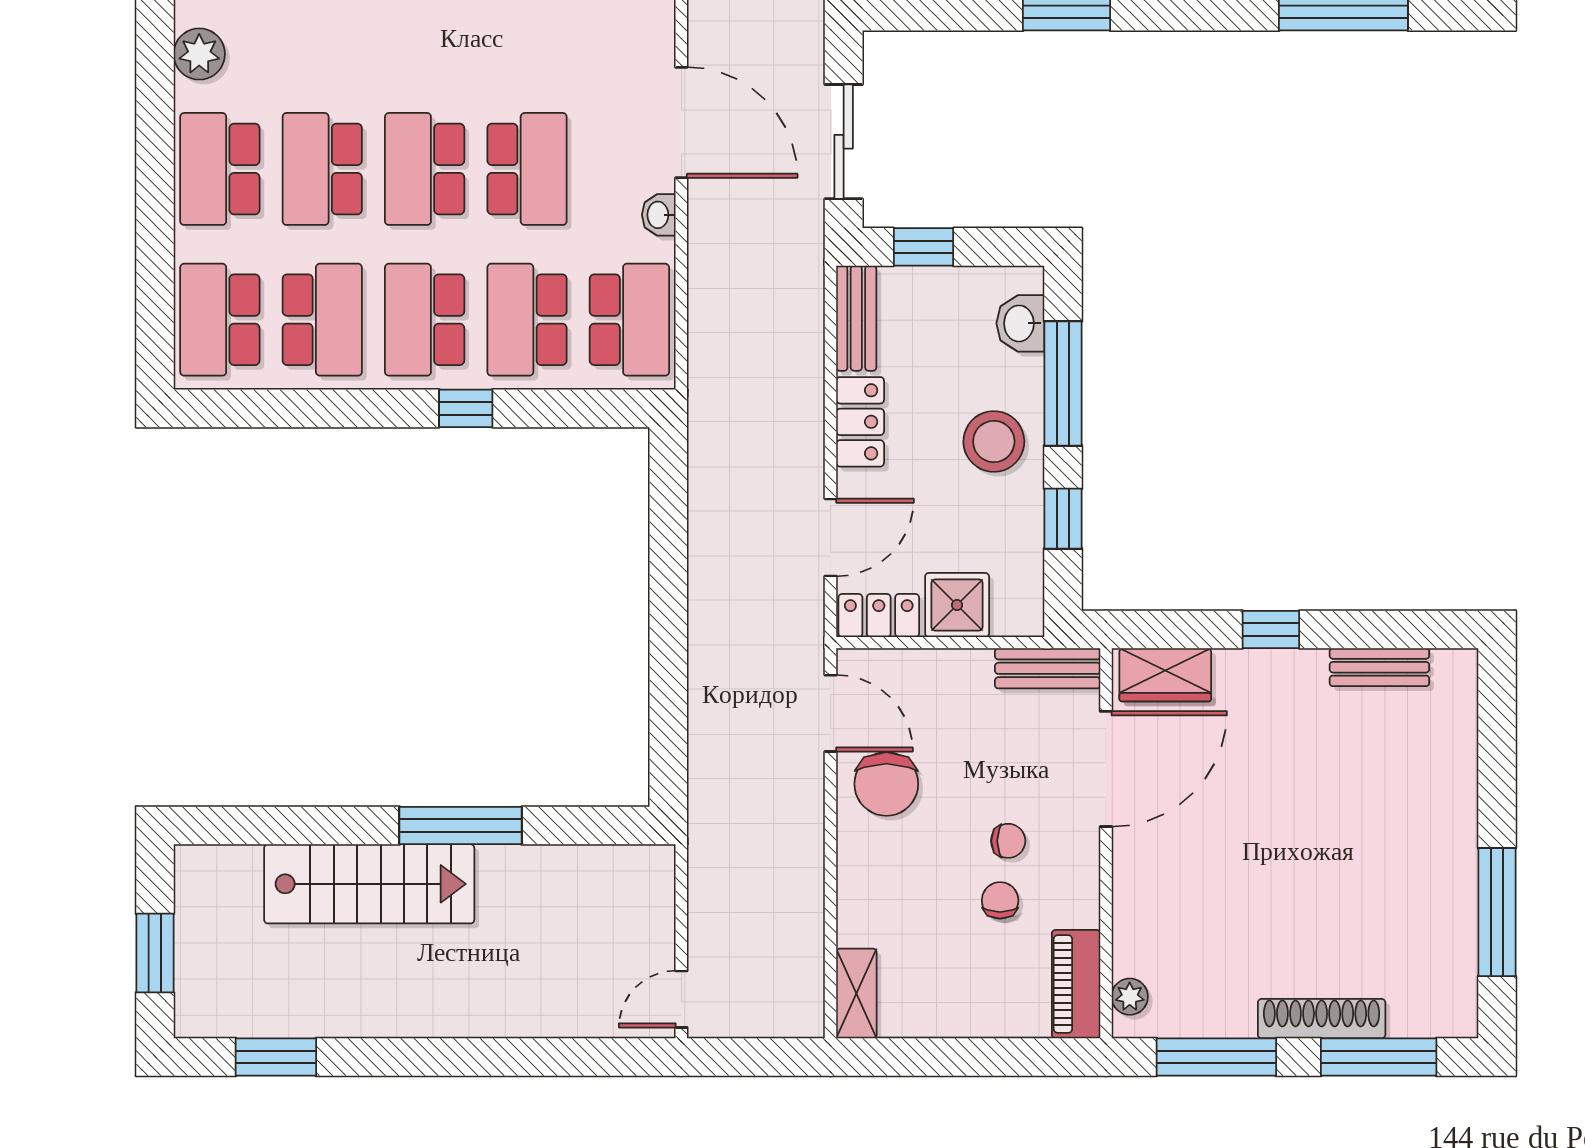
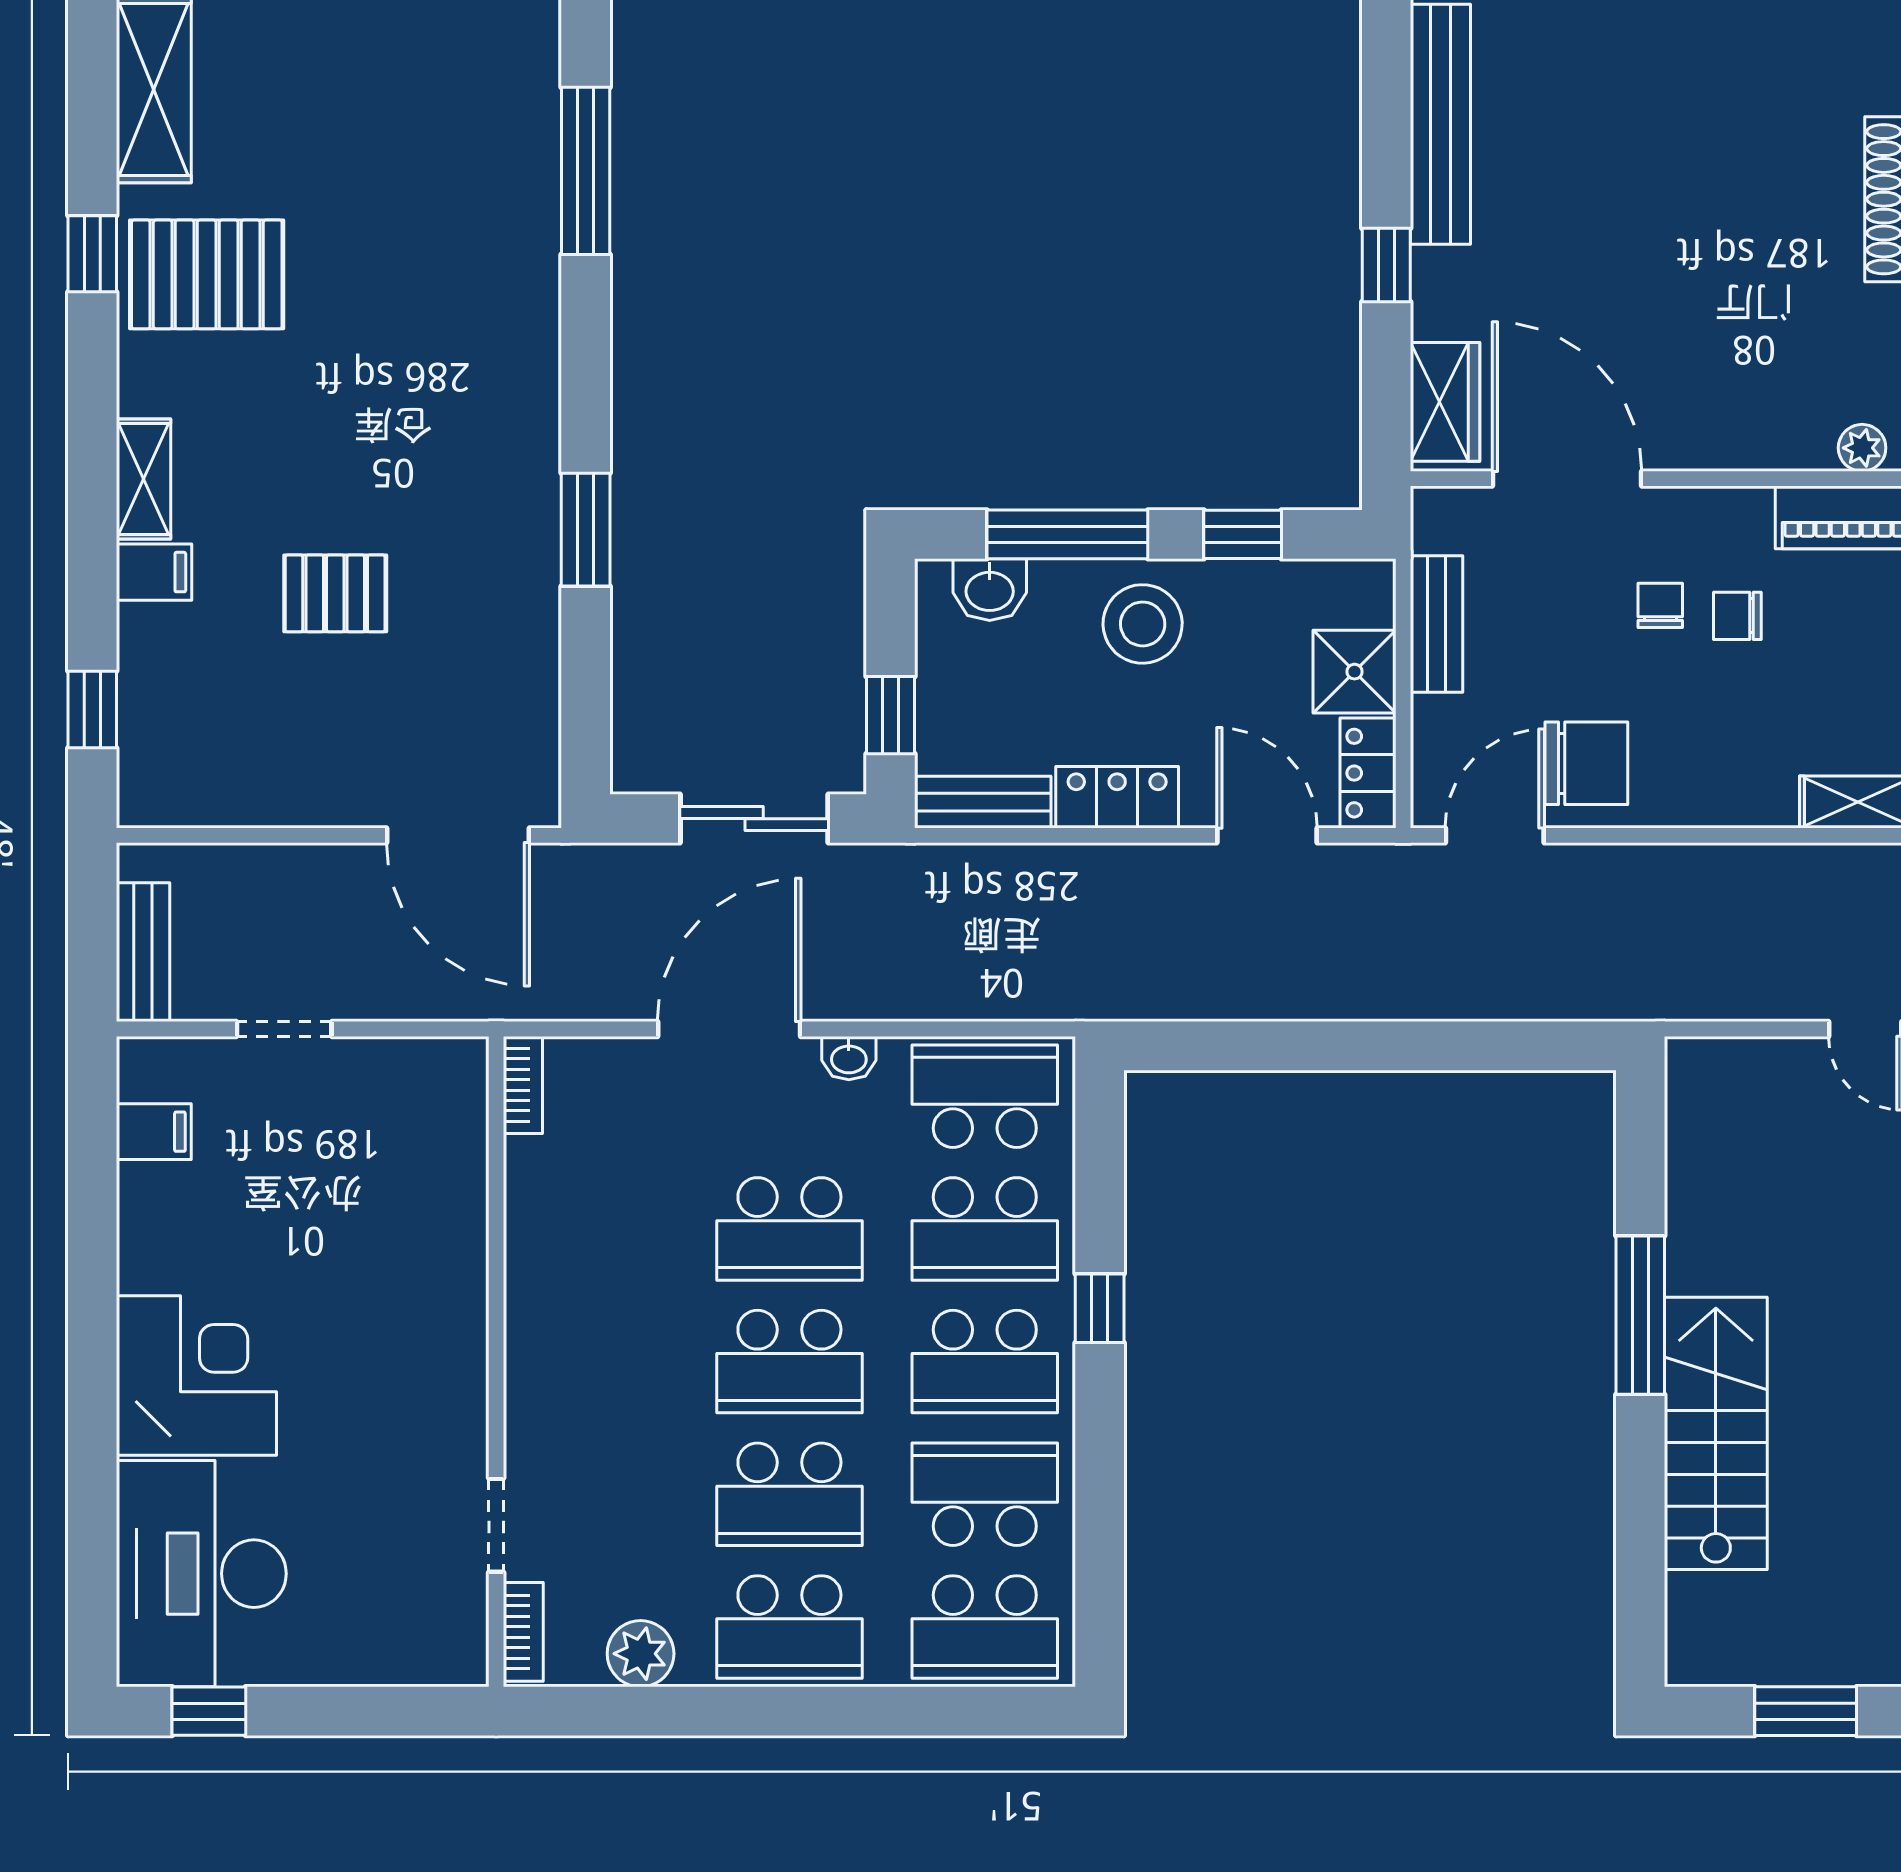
school desk: (527, 169) -> (789, 1229), turned 180
bench: (1379, 667) -> (1440, 124), width x1.86, depth x1.21
bench: (1048, 668) -> (1437, 624), moved

